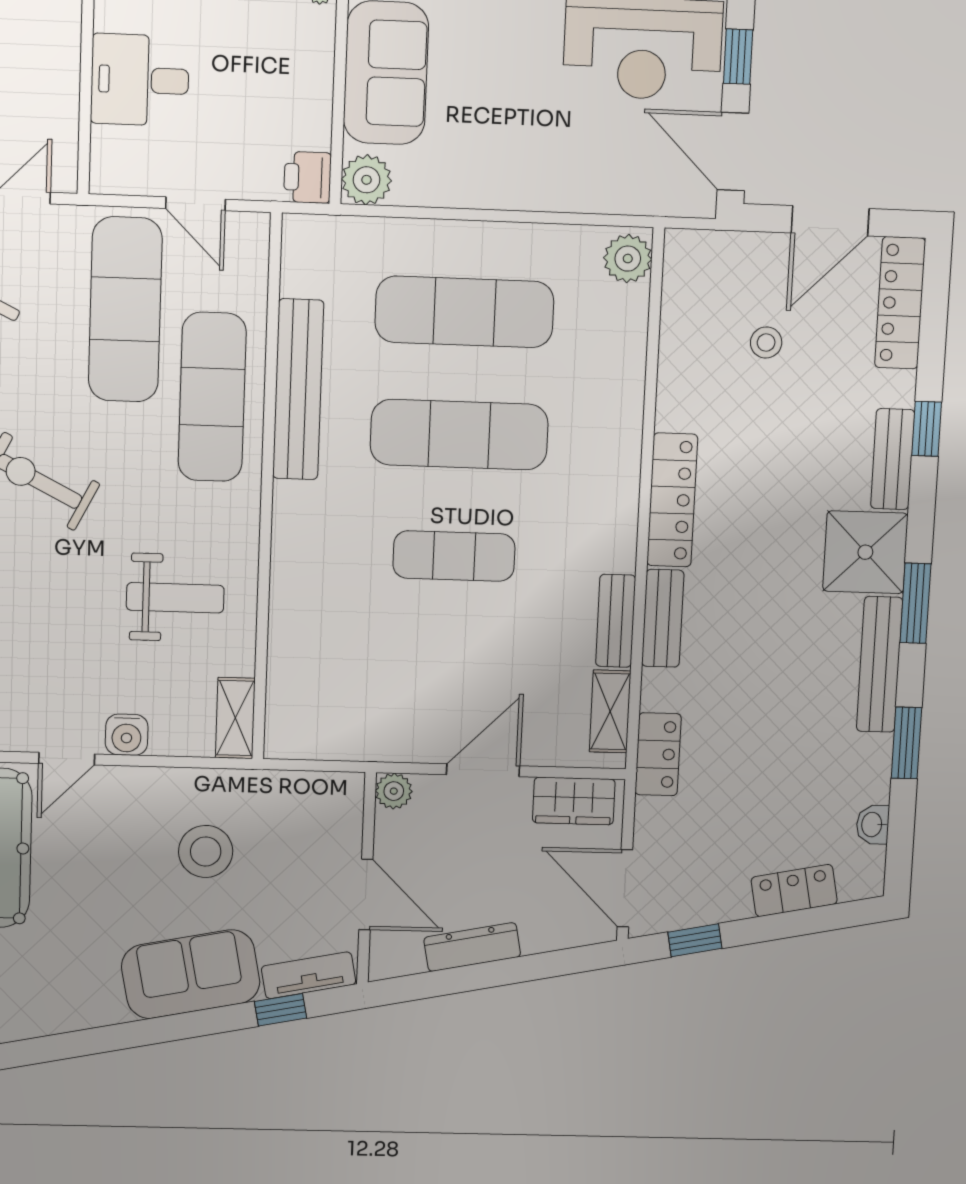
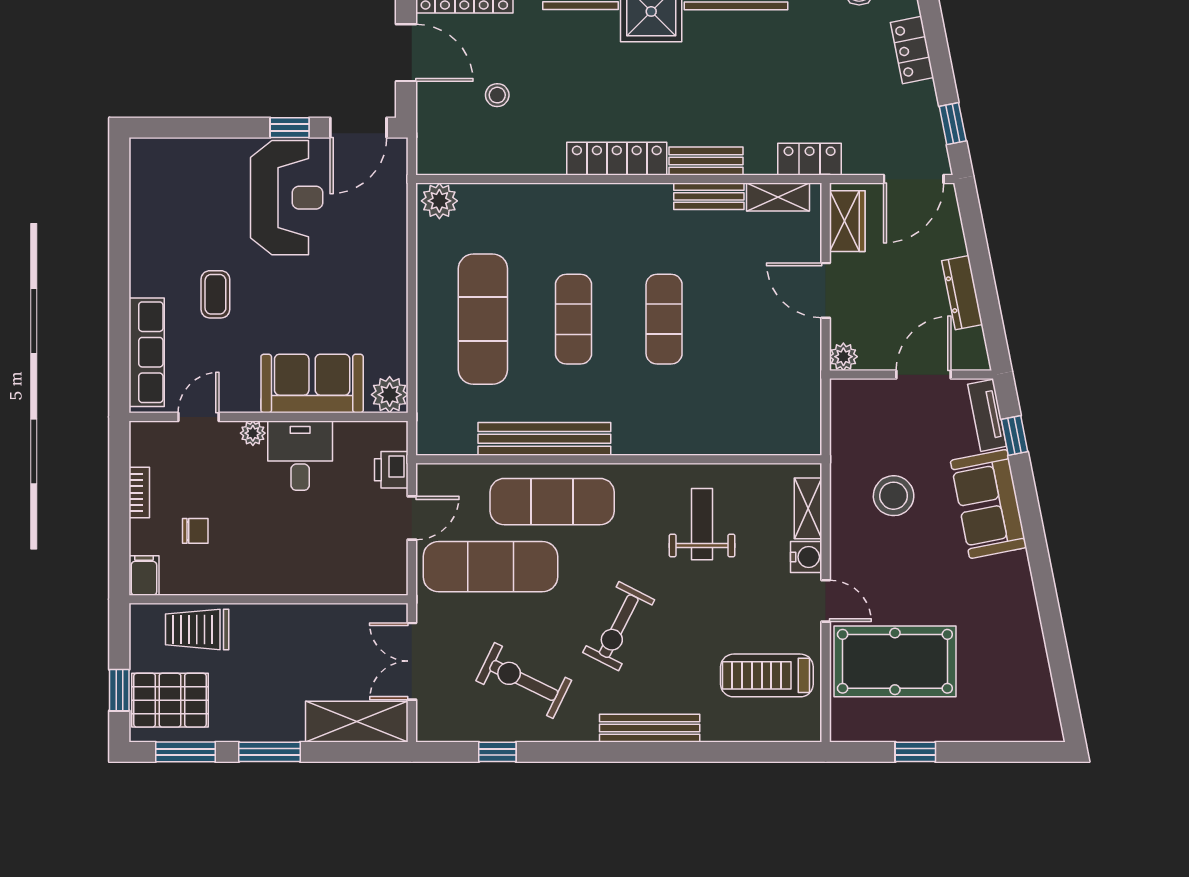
desk: (140, 80) -> (300, 456), moved, turned 180
printer: (308, 177) -> (391, 470), moved, turned 90
exercise mat: (459, 435) -> (573, 319), width x0.73, depth x0.69
shelving: (235, 718) -> (808, 508), moved, turned 90

